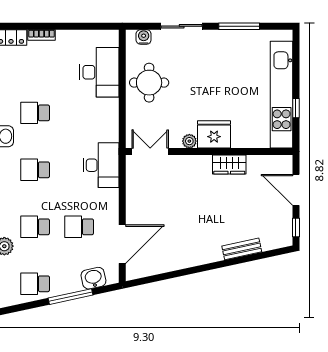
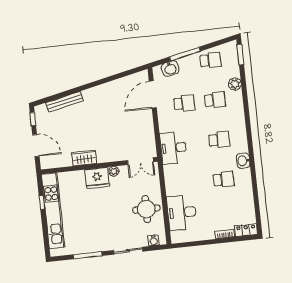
bench: (242, 249) -> (65, 102), width x1.36

